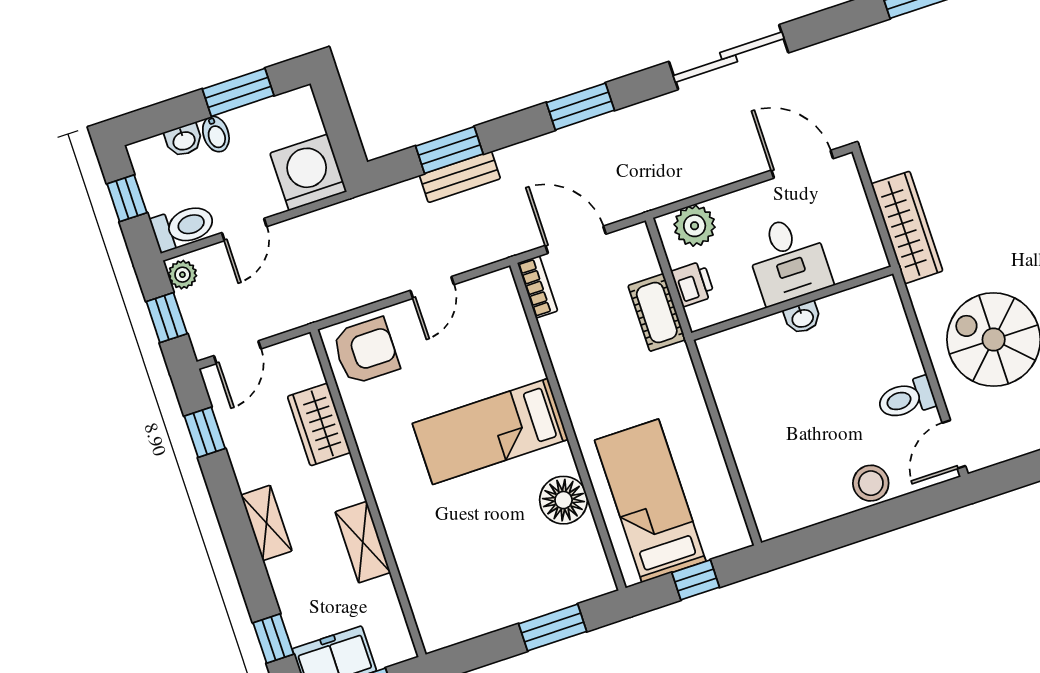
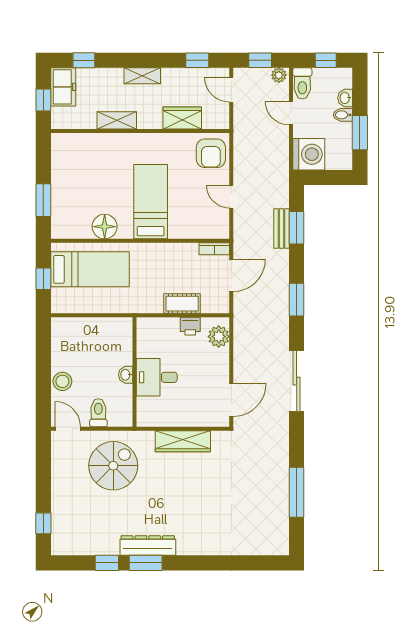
desk: (788, 260) -> (157, 377), moved
wall: (792, 303) -> (135, 372), moved
washbasin: (802, 318) -> (126, 375), moved

